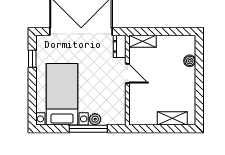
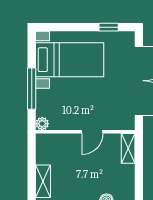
dresser: (120, 46) -> (122, 123), removed
plant: (95, 119) -> (42, 124), moved

